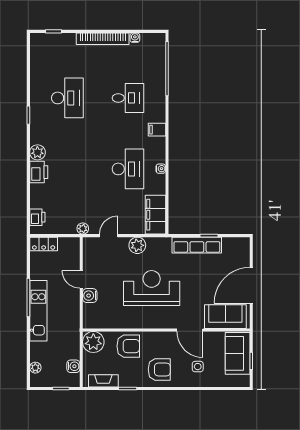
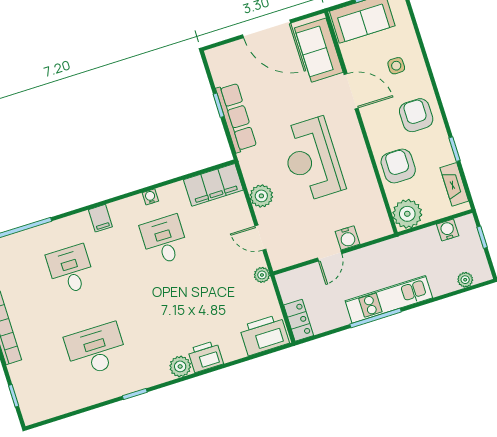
desk: (128, 169) -> (164, 240), width x0.73
printer: (37, 217) -> (264, 335), width x1.87, depth x1.48
door: (190, 330) -> (351, 91), hinge flipped

